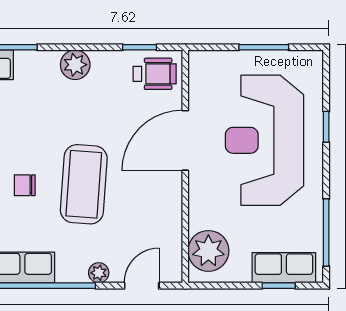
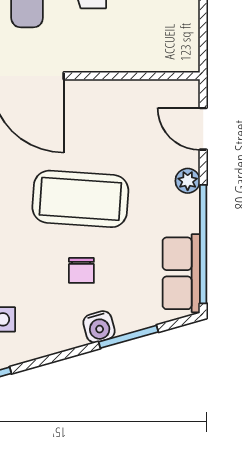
plant: (208, 251) -> (161, 48), removed

